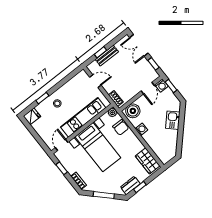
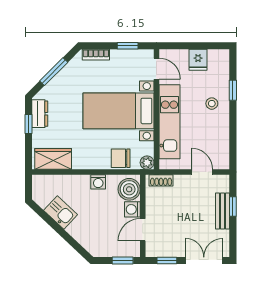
door: (95, 81) -> (202, 172), swing flipped
washing machine: (162, 86) -> (132, 209), moved
door: (148, 88) -> (143, 230), hinge flipped
fridge: (32, 116) -> (198, 60), moved
kitchen sink: (173, 120) -> (61, 212), moved

